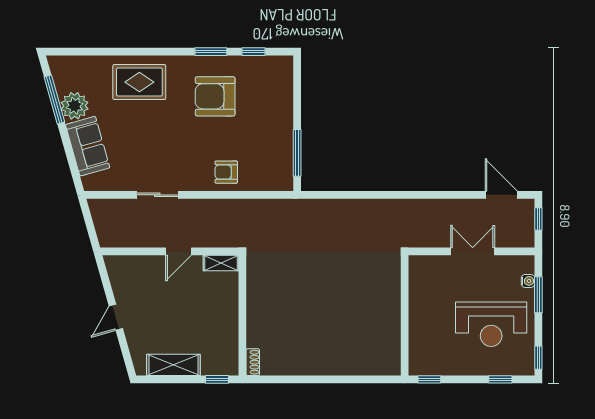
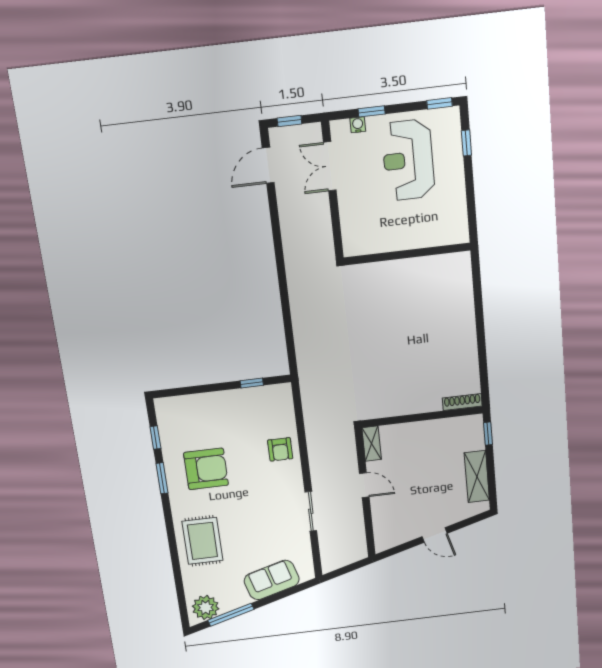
armchair: (215, 96) -> (206, 469), turned -90
plant: (75, 106) -> (206, 608), moved
window: (297, 153) -> (252, 383), width x0.46
double door: (473, 251) -> (330, 166), moved
window: (538, 295) -> (372, 111), width x0.67
reception desk: (491, 324) -> (408, 160), turned 180
shoe rack: (253, 362) -> (462, 402), width x1.43
window: (429, 379) -> (472, 220), removed

